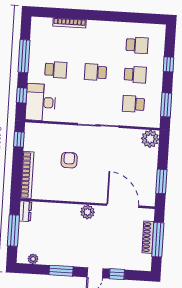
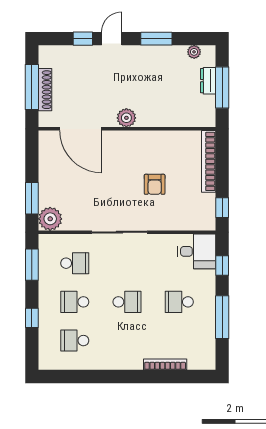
desk: (41, 102) -> (197, 251), width x0.73
window: (161, 181) -> (32, 198), moved
dresser: (25, 211) -> (208, 81), moved

